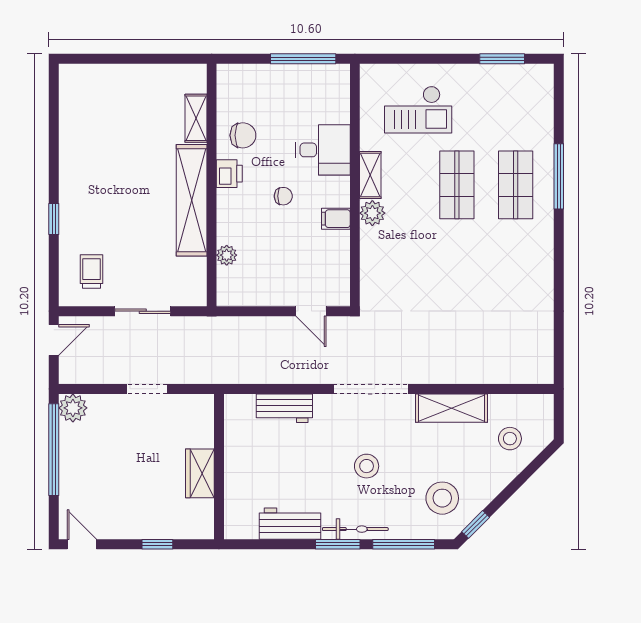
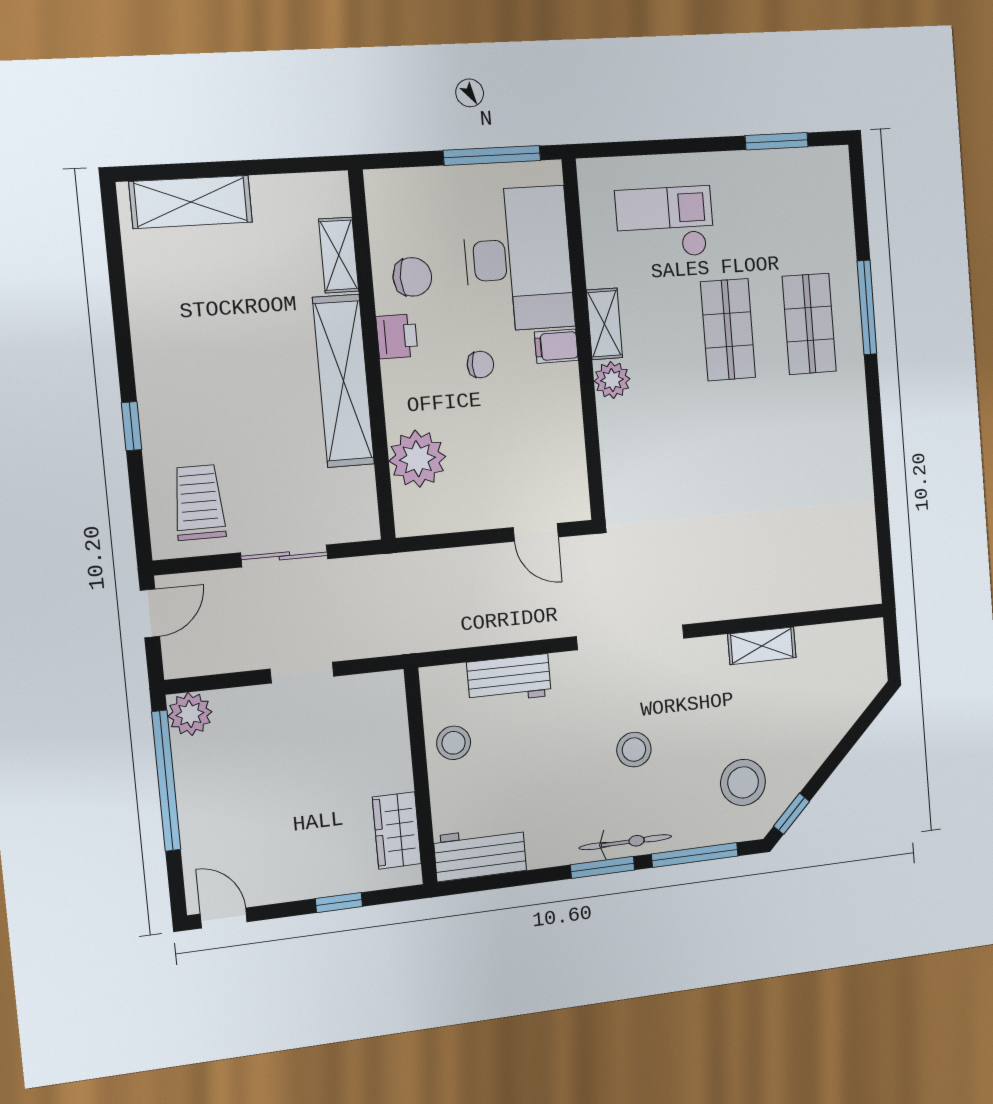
shelving: (104, 79) -> (191, 202), added
checkout: (418, 110) -> (665, 223), turned 180
desk: (323, 150) -> (518, 259), width x1.87, depth x1.30
filing cabinet: (336, 219) -> (556, 346), moved
plant: (227, 255) -> (417, 459), width x1.87, depth x1.87
trolley: (91, 272) -> (199, 502), width x1.36, depth x1.39
shelving: (452, 408) -> (762, 646), width x0.67, depth x0.75
stool: (510, 439) -> (454, 743), moved
wardrobe: (200, 473) -> (397, 830), moved
workbench: (290, 524) -> (480, 853), moved

